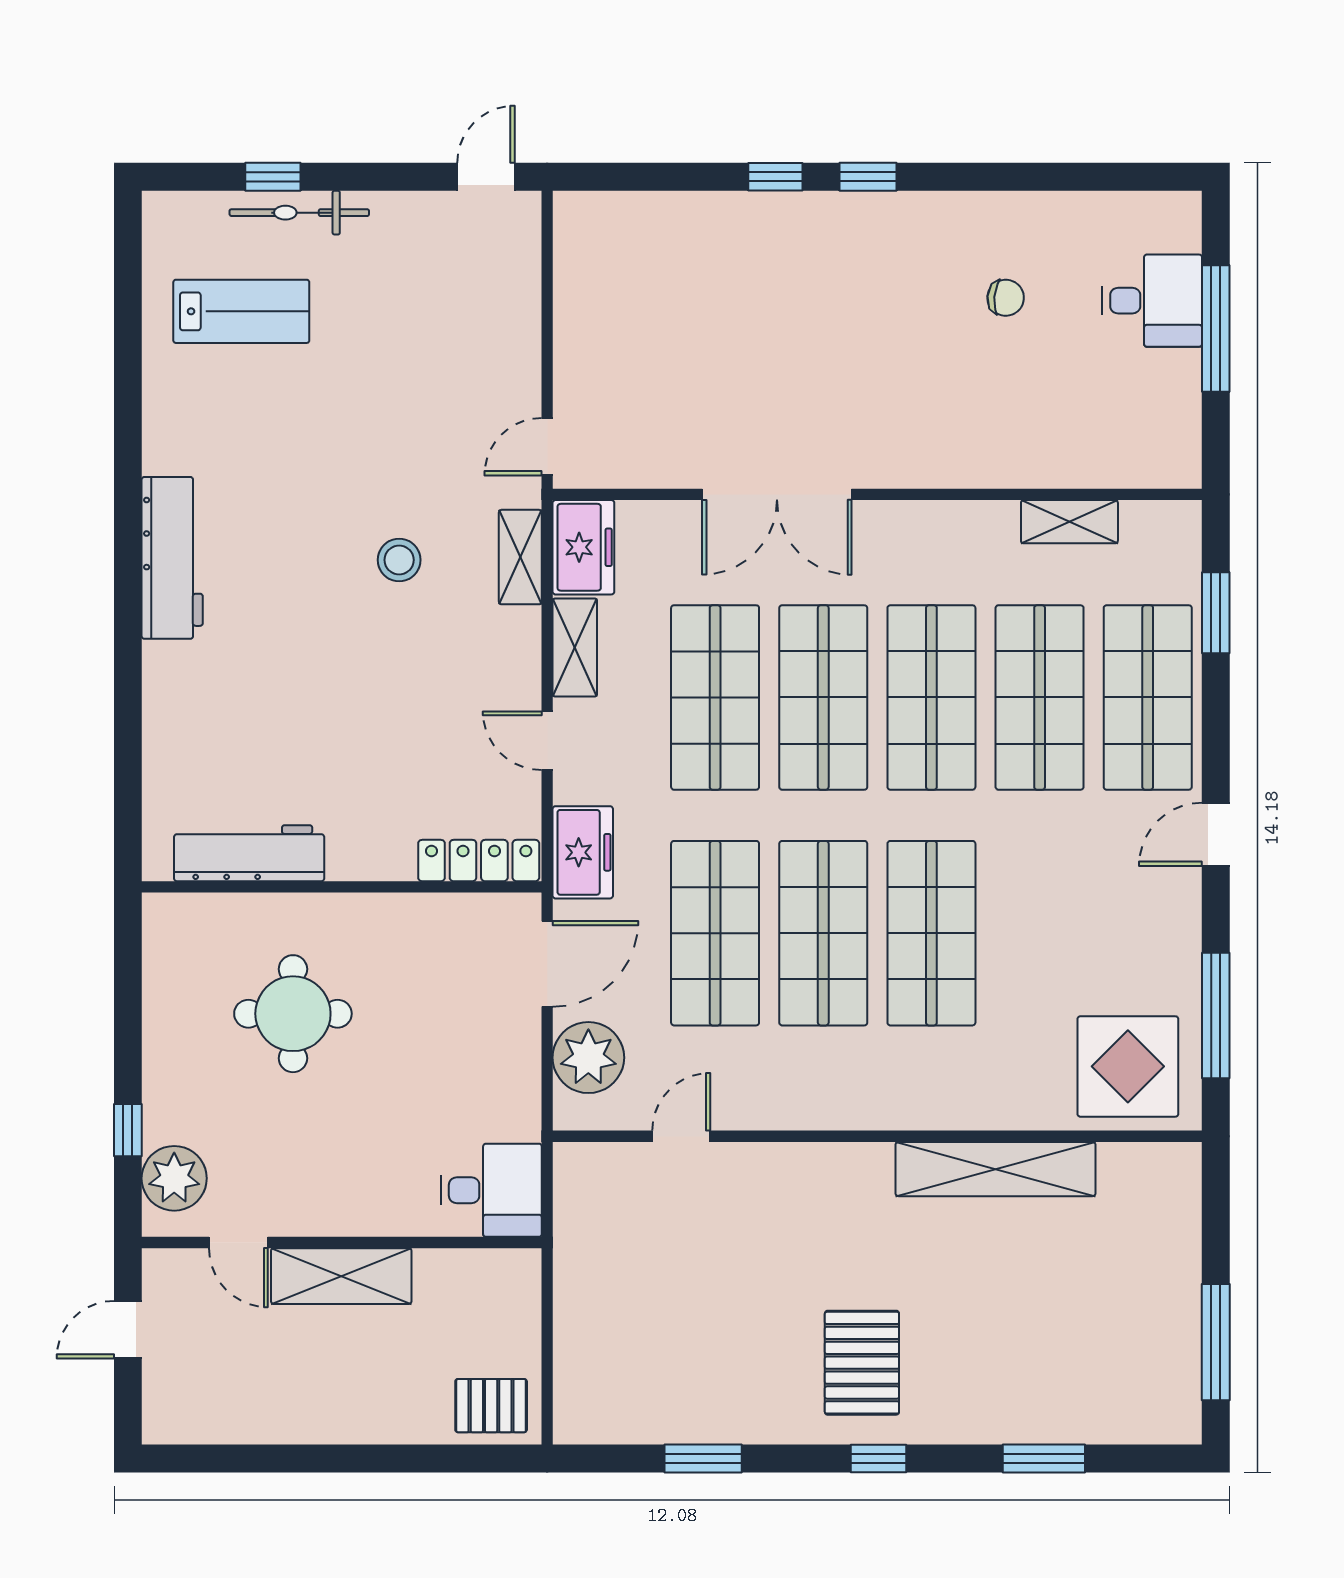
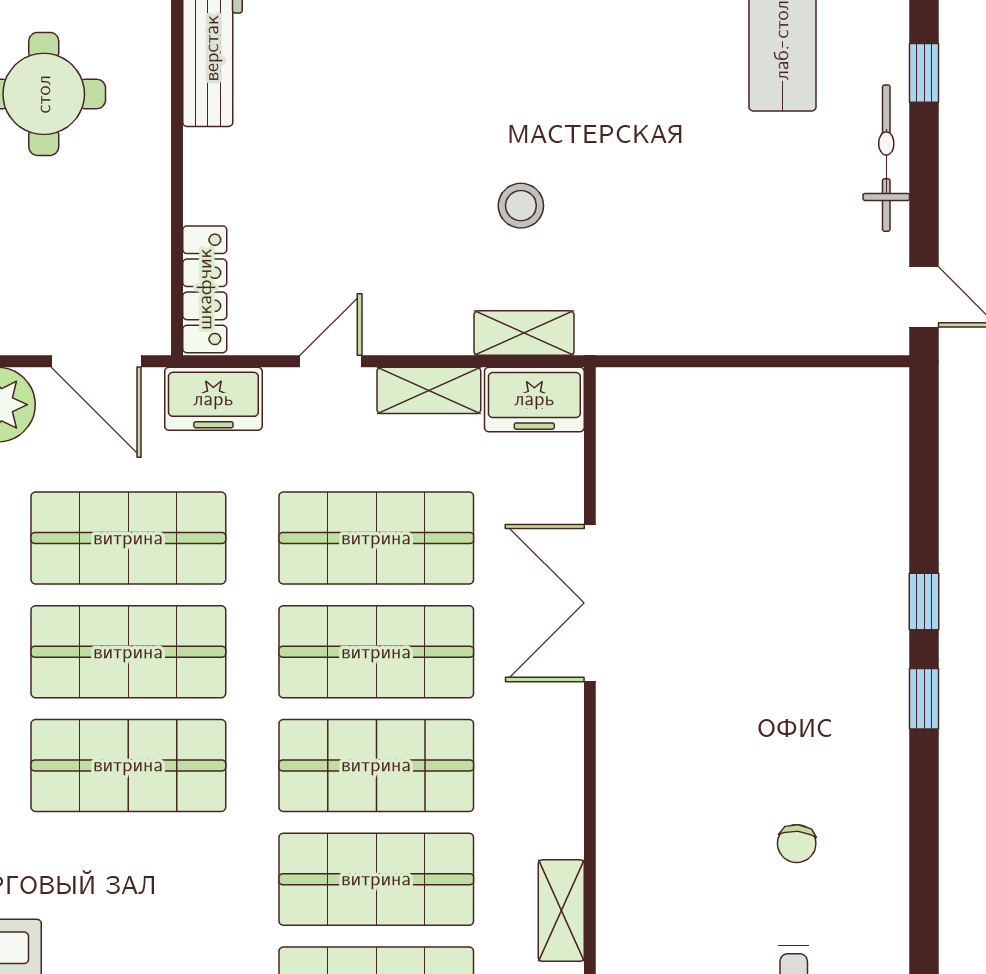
bicycle: (299, 213) -> (886, 158), moved
door: (547, 447) -> (640, 361), removed

